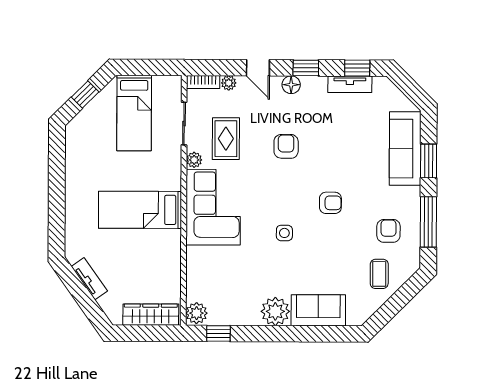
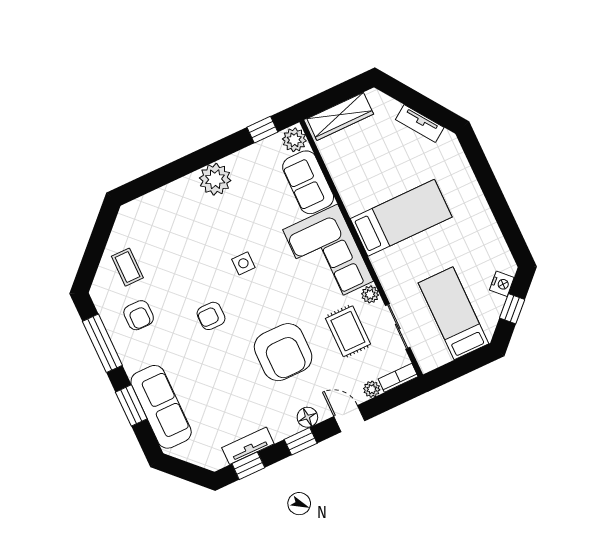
nightstand: (84, 119) -> (502, 284), added
armchair: (286, 146) -> (283, 352), width x1.88, depth x1.88
sofa: (318, 310) -> (308, 182), moved, turned 90

